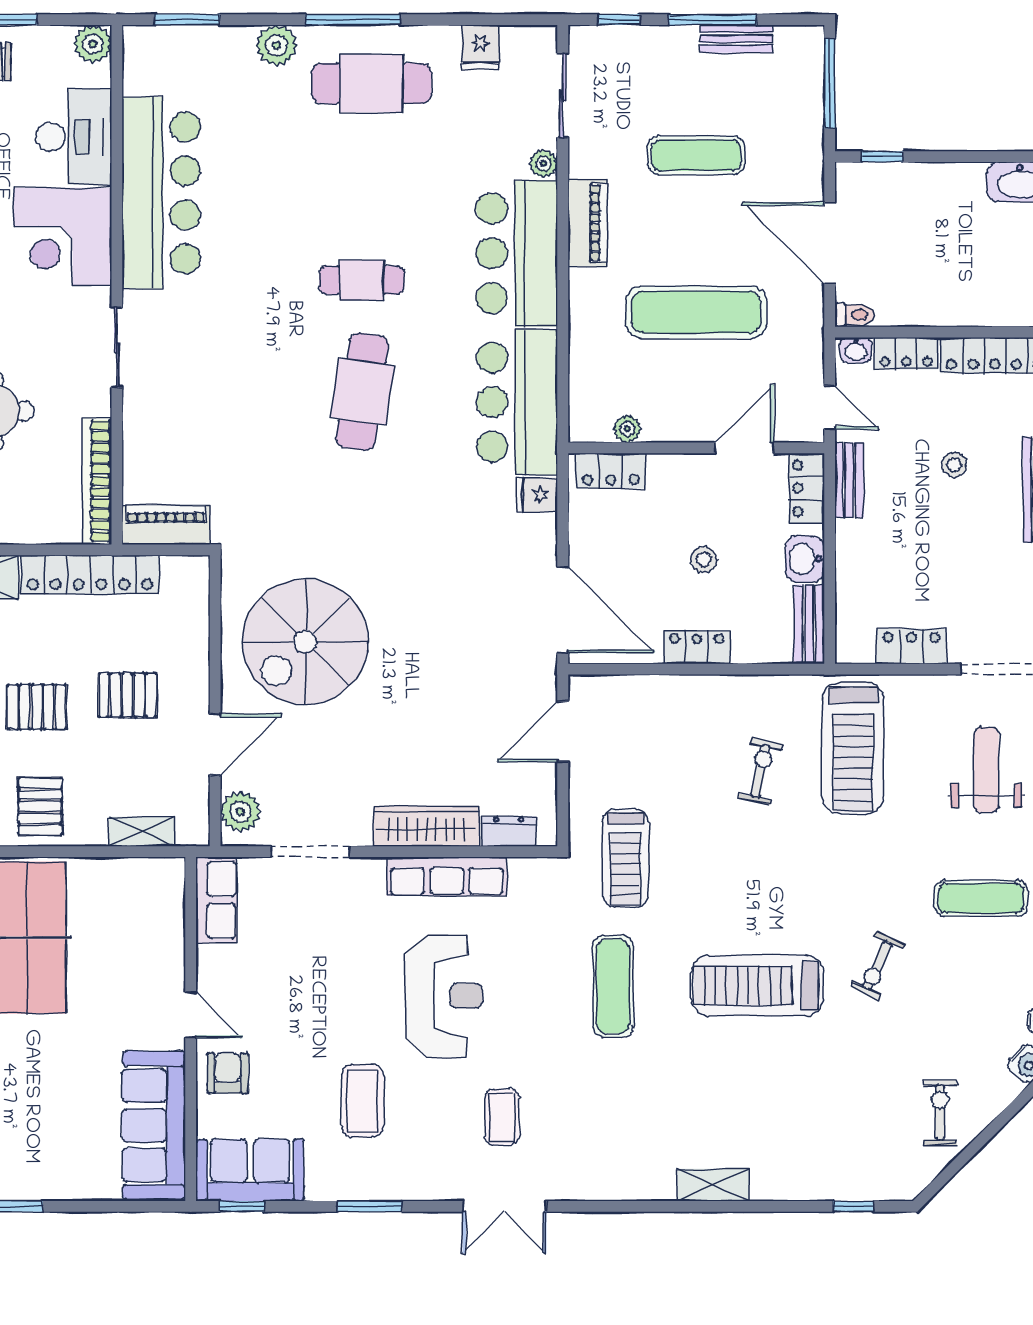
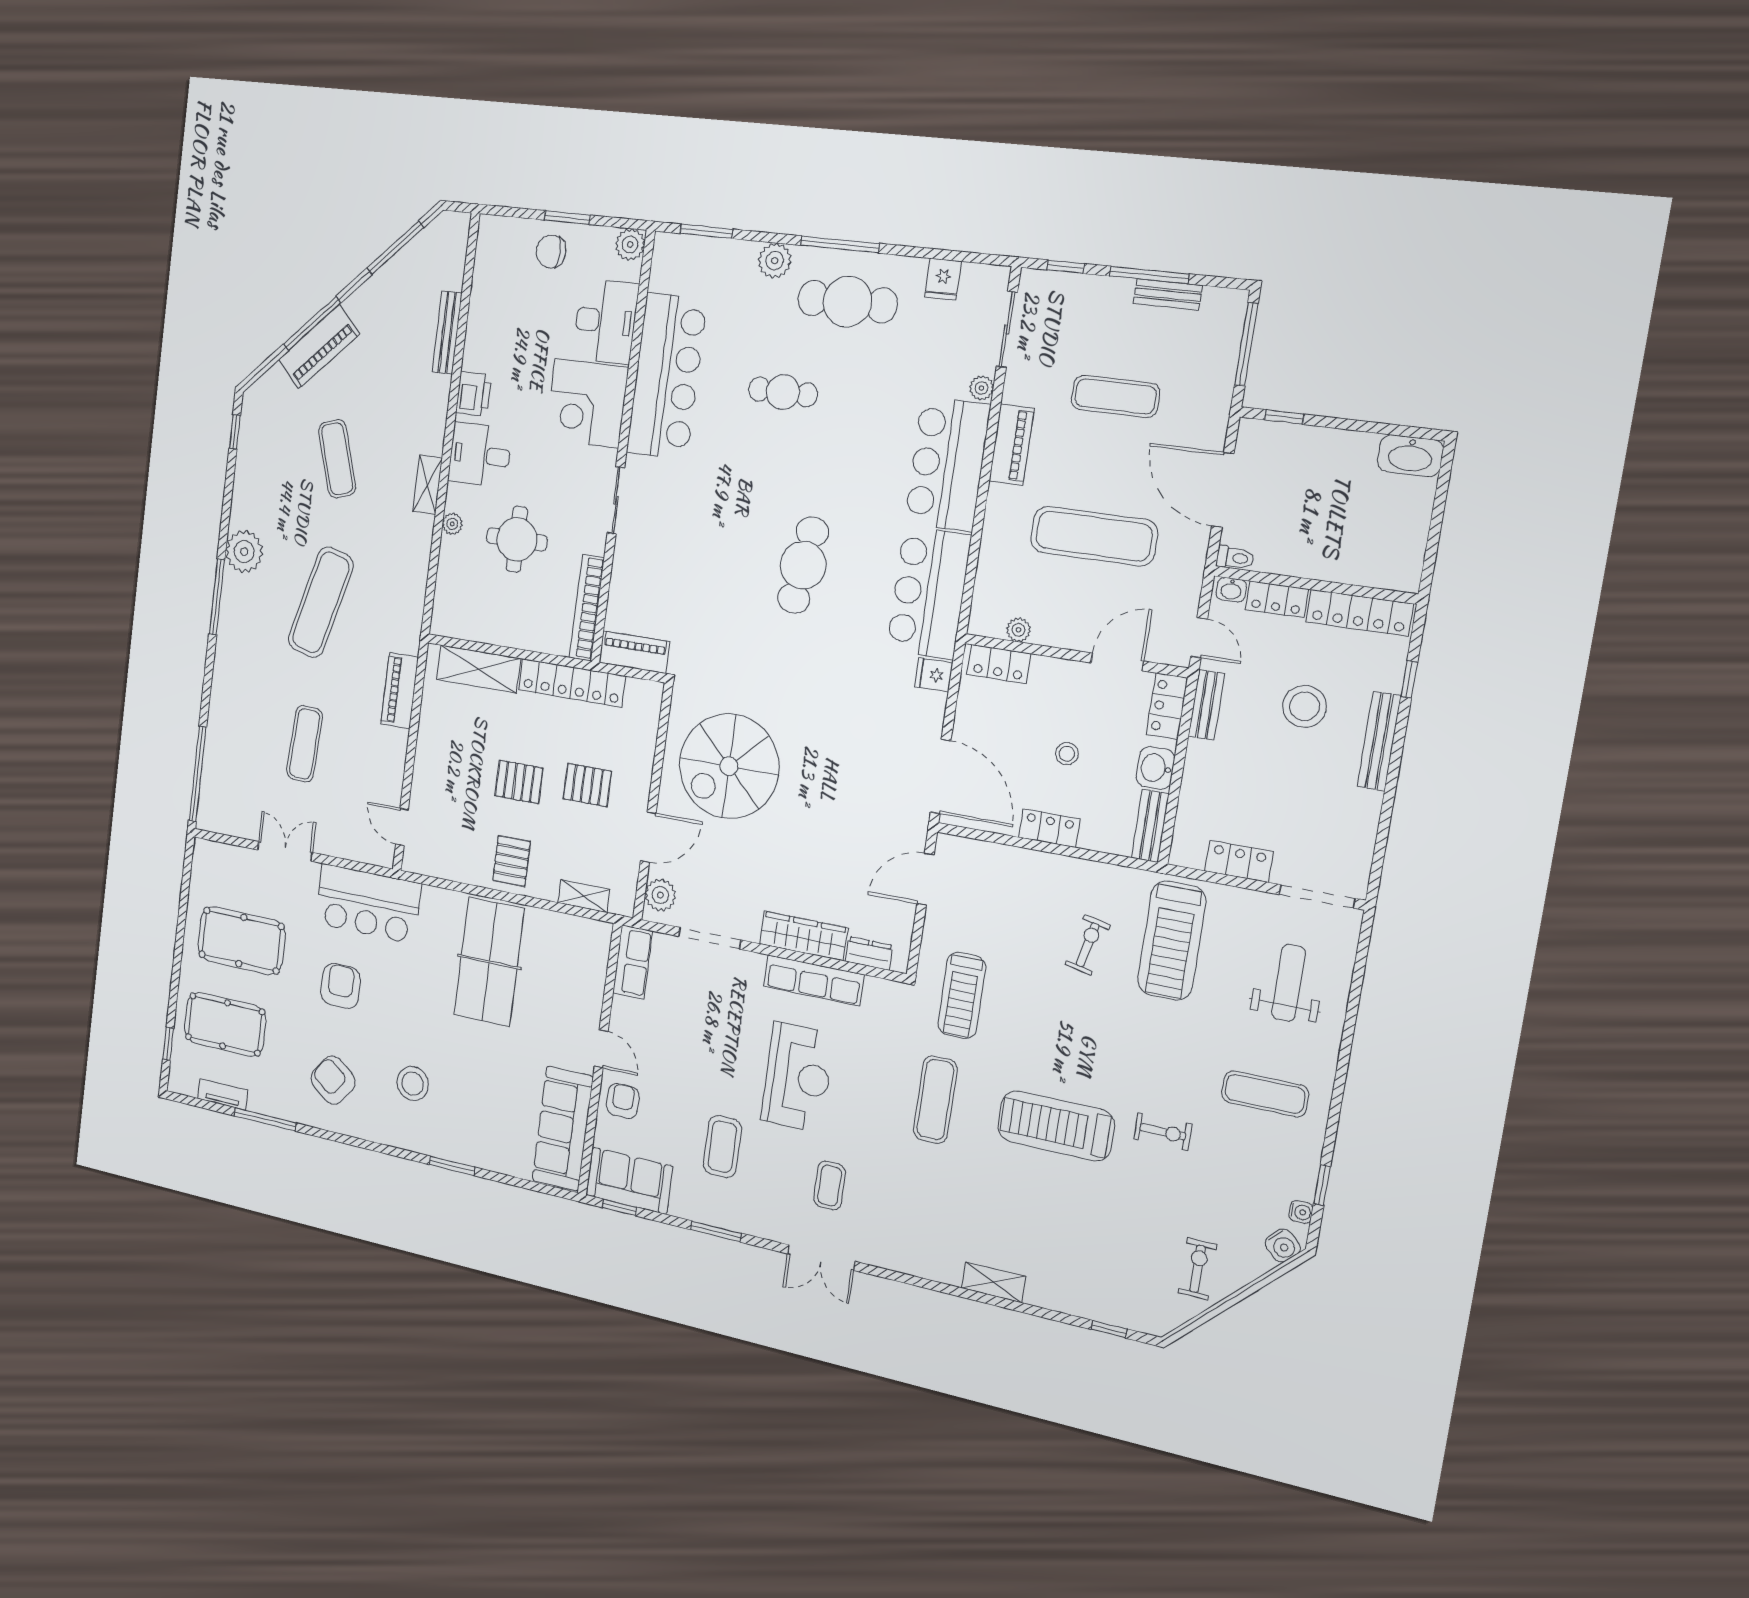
cafe table: (362, 280) -> (783, 392), moved
stool: (954, 465) -> (1305, 706), width x1.89, depth x1.89
exercise bike: (877, 966) -> (1163, 1132), turned -115

